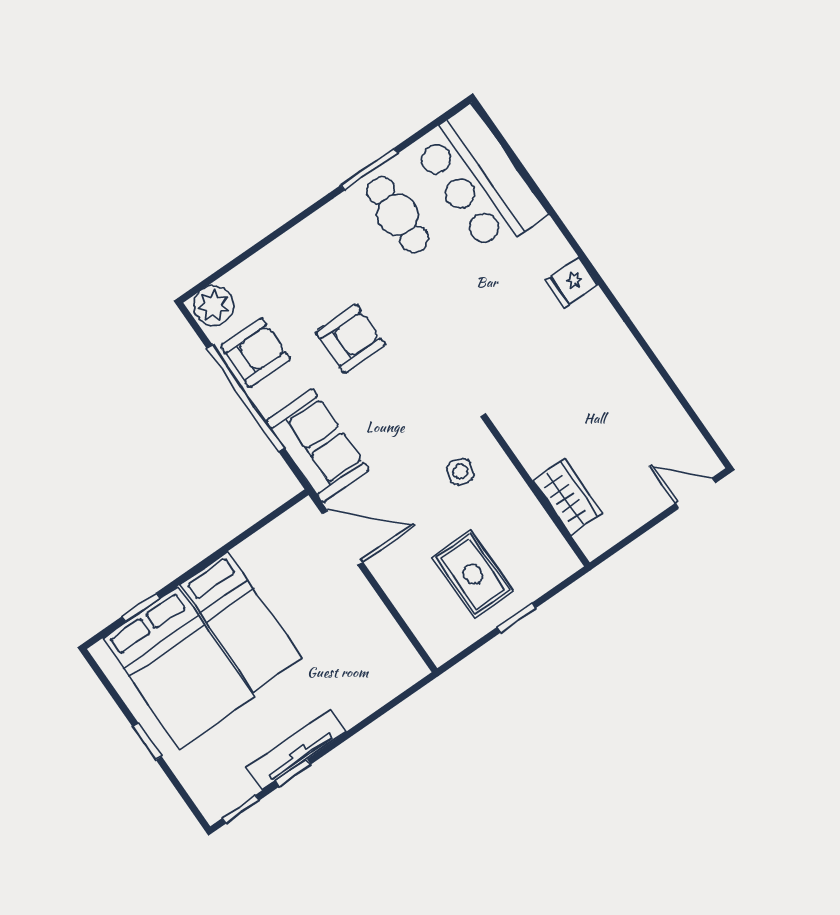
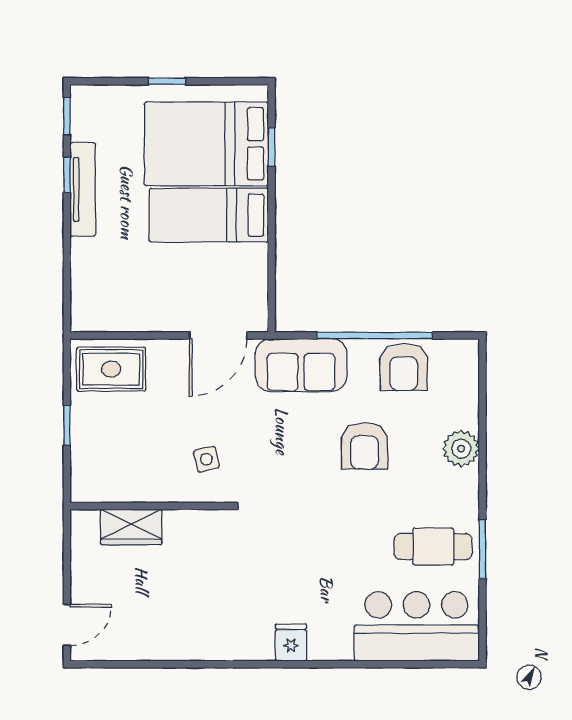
plant: (214, 306) -> (461, 449), moved
side table: (460, 472) -> (206, 459), turned -33
rug: (473, 574) -> (111, 369), moved

